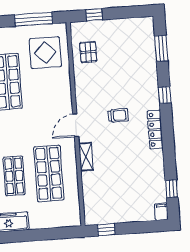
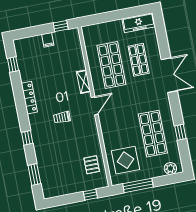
locker: (155, 130) -> (29, 98), moved
filing cabinet: (161, 212) -> (48, 40), moved

